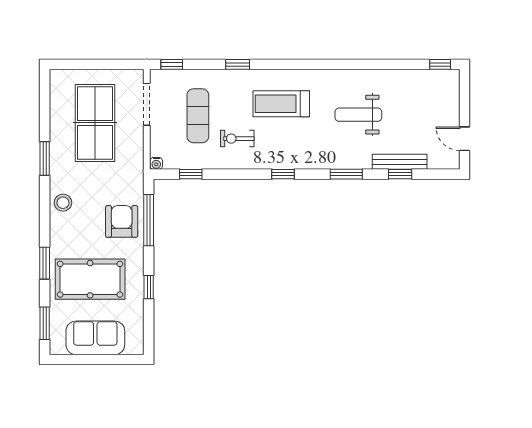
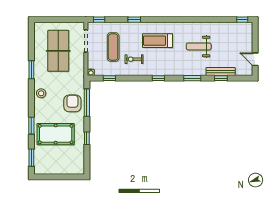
sofa: (95, 338) -> (58, 165), removed

